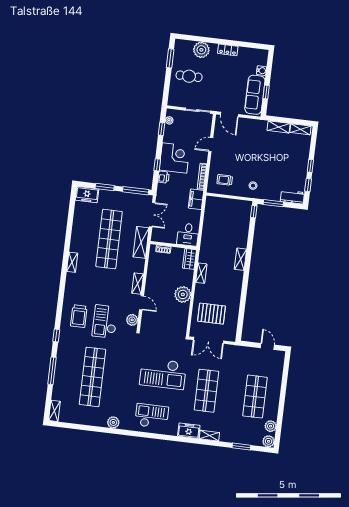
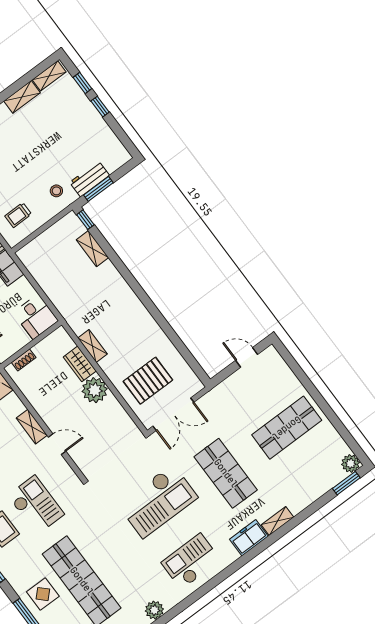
window: (308, 185) -> (82, 83), moved
workbench: (292, 197) -> (90, 179), moved
wardrobe: (190, 259) -> (80, 364), moved
shelving: (240, 259) -> (93, 249), moved
plant: (132, 320) -> (65, 474), removed
checkout: (105, 322) -> (36, 505), turned 180
display table: (69, 366) -> (43, 594), added
shop shelf: (255, 397) -> (287, 428), turned 90
plant: (271, 426) -> (336, 444), removed
window: (241, 447) -> (346, 483), moved

